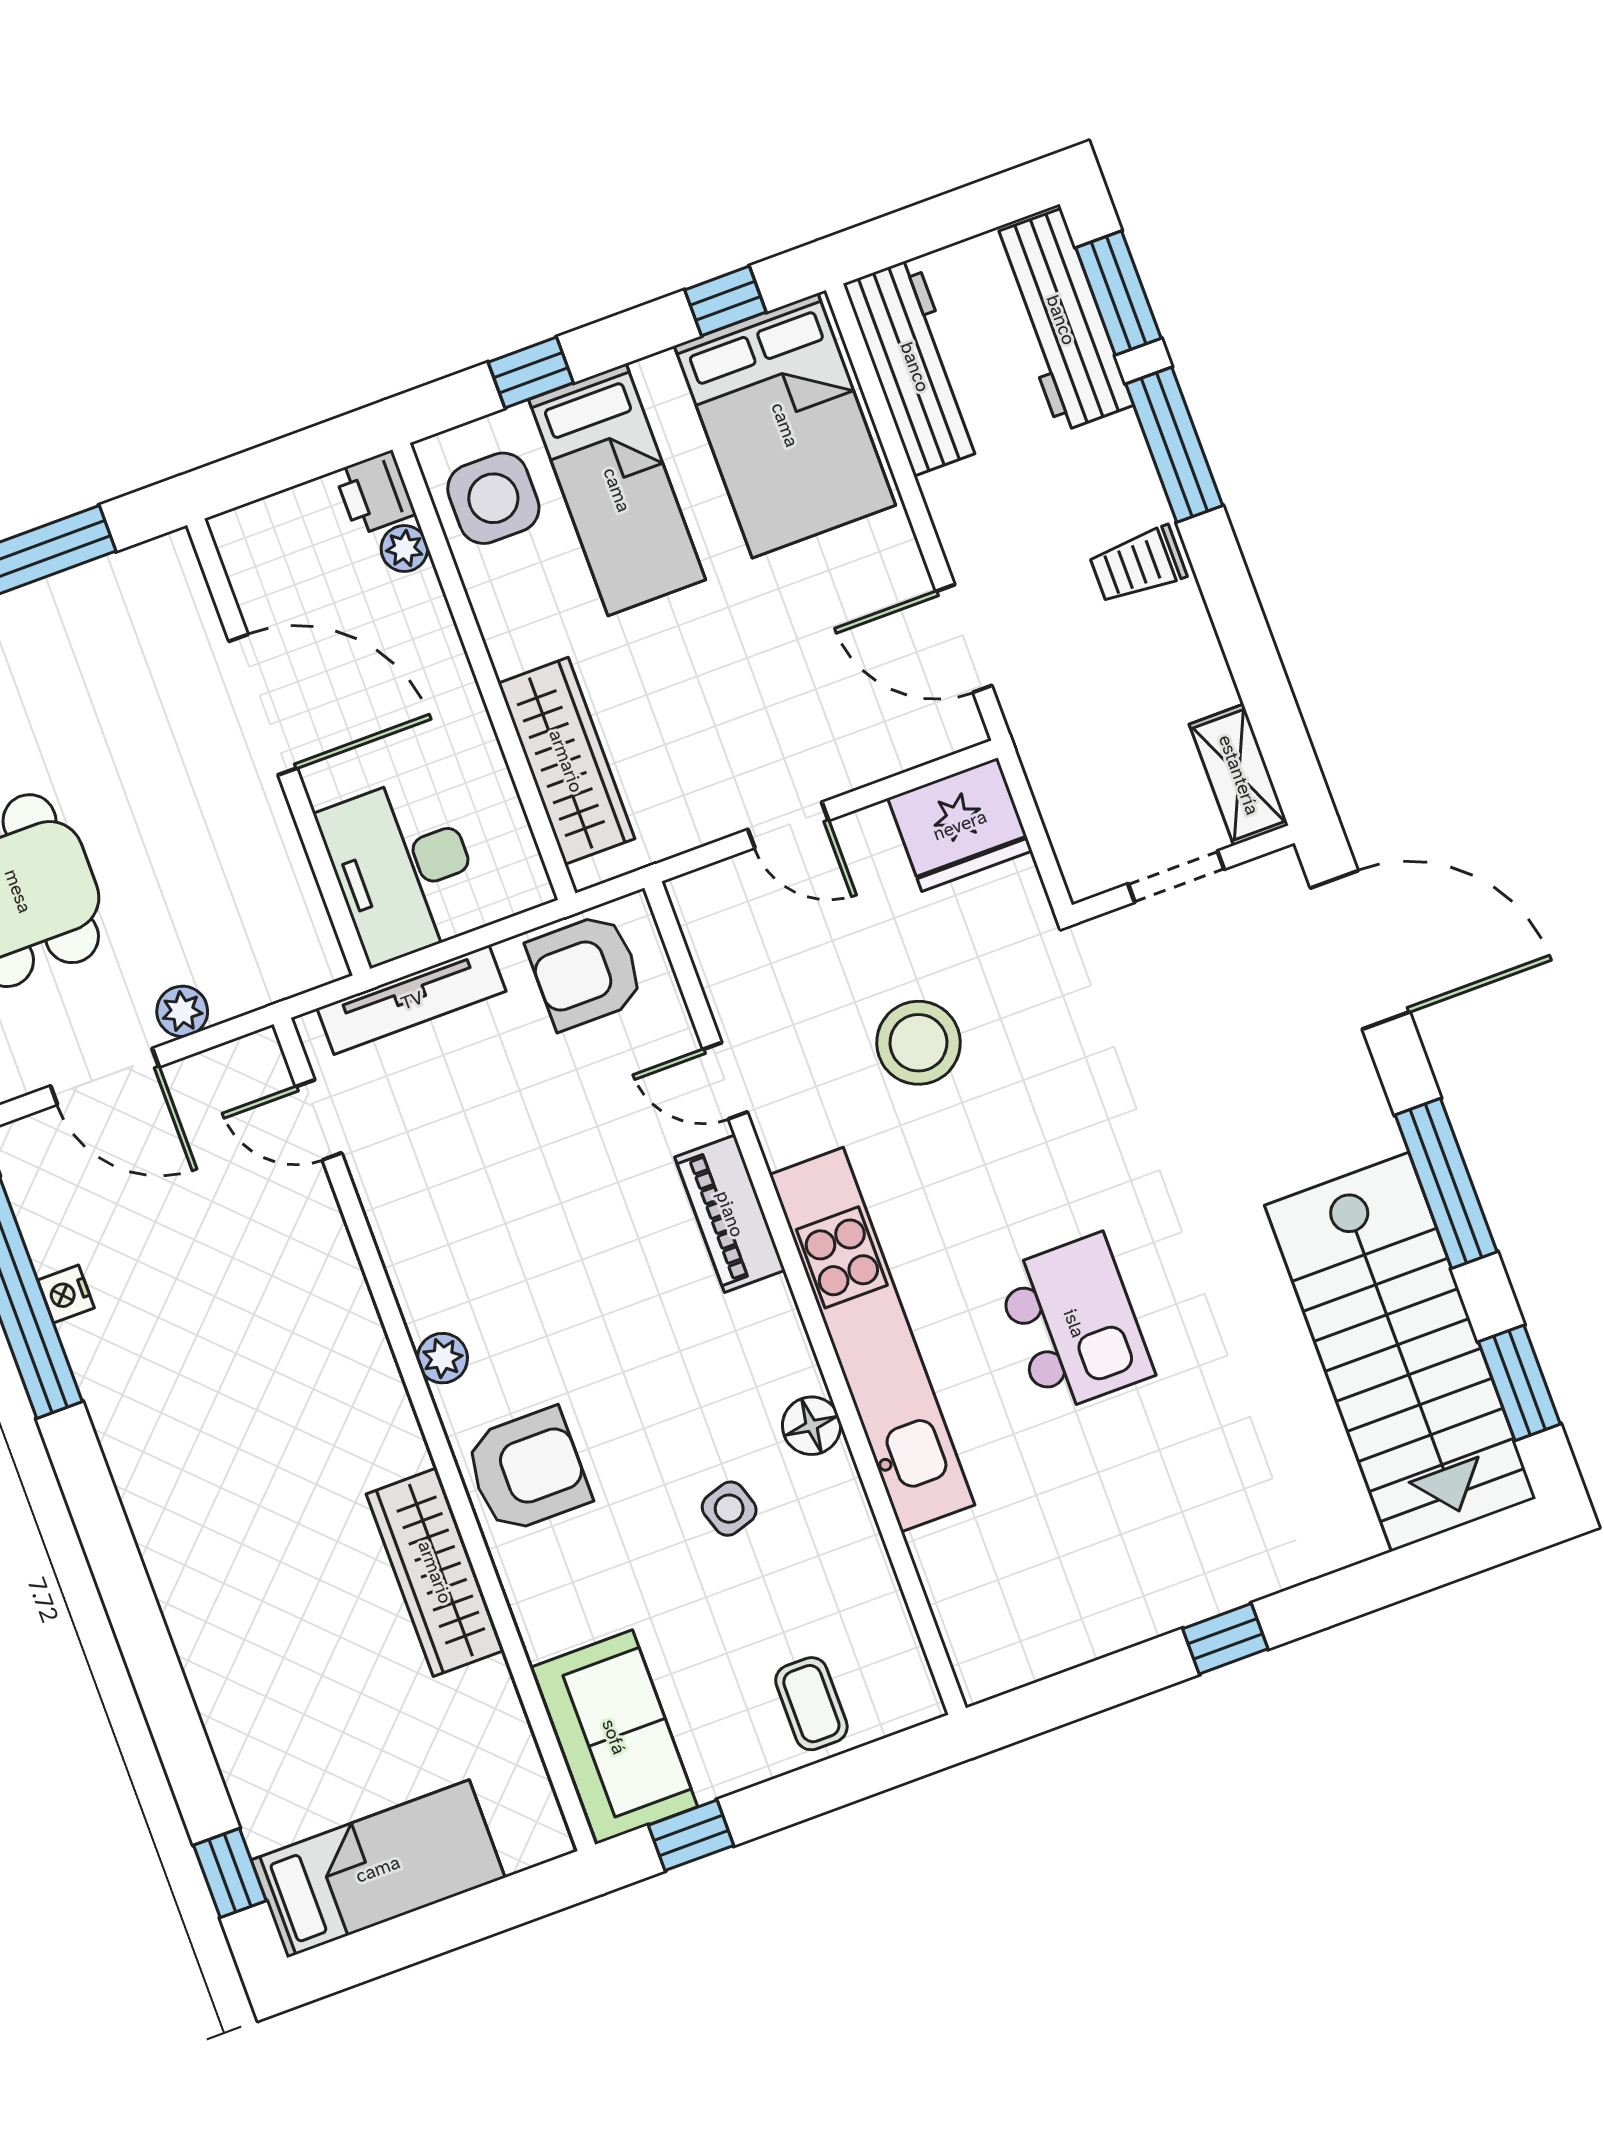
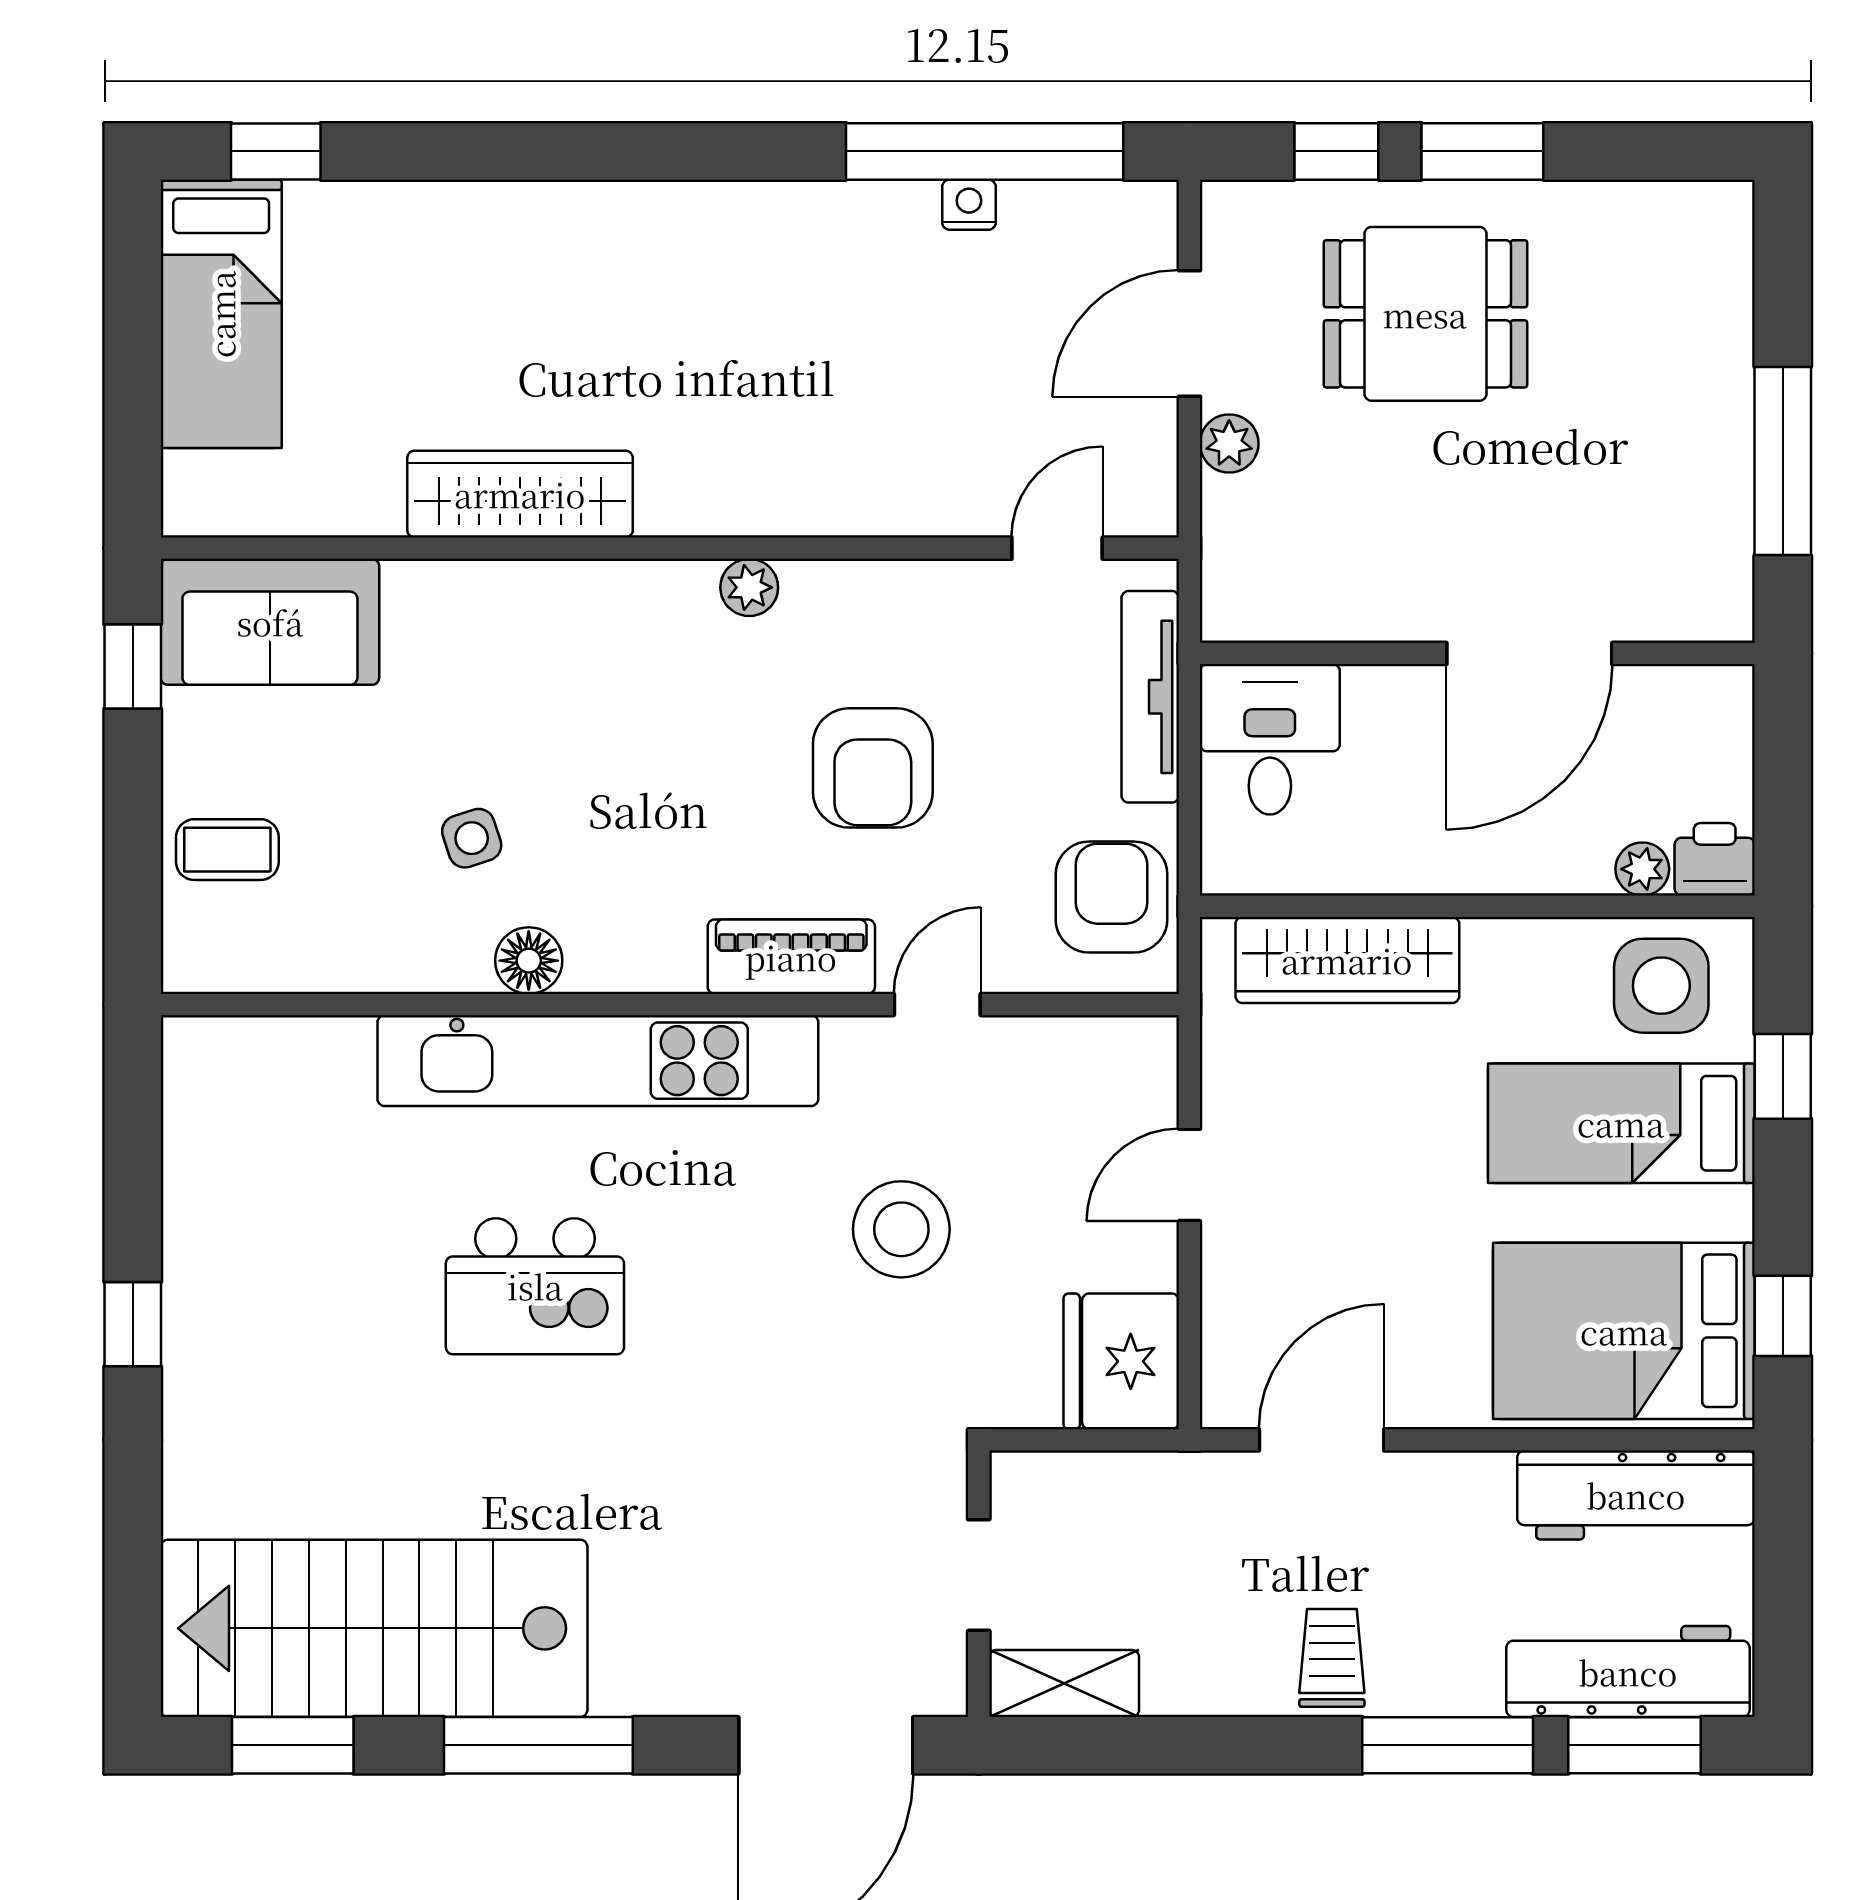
desk: (403, 869) -> (1270, 739), width x0.73
armchair: (527, 1471) -> (873, 768), moved

